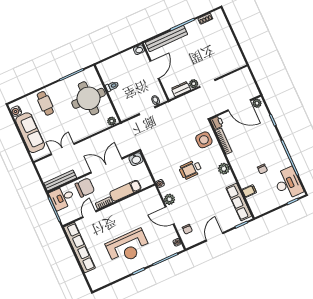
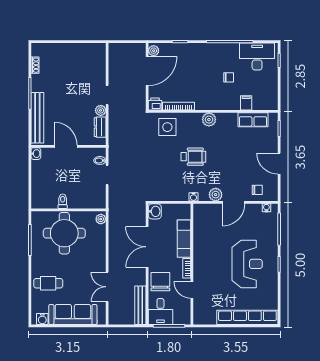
wheelchair: (190, 170) -> (193, 157), turned -90
row of seats: (239, 202) -> (253, 120), width x0.68
row of seats: (80, 248) -> (247, 317), moved

